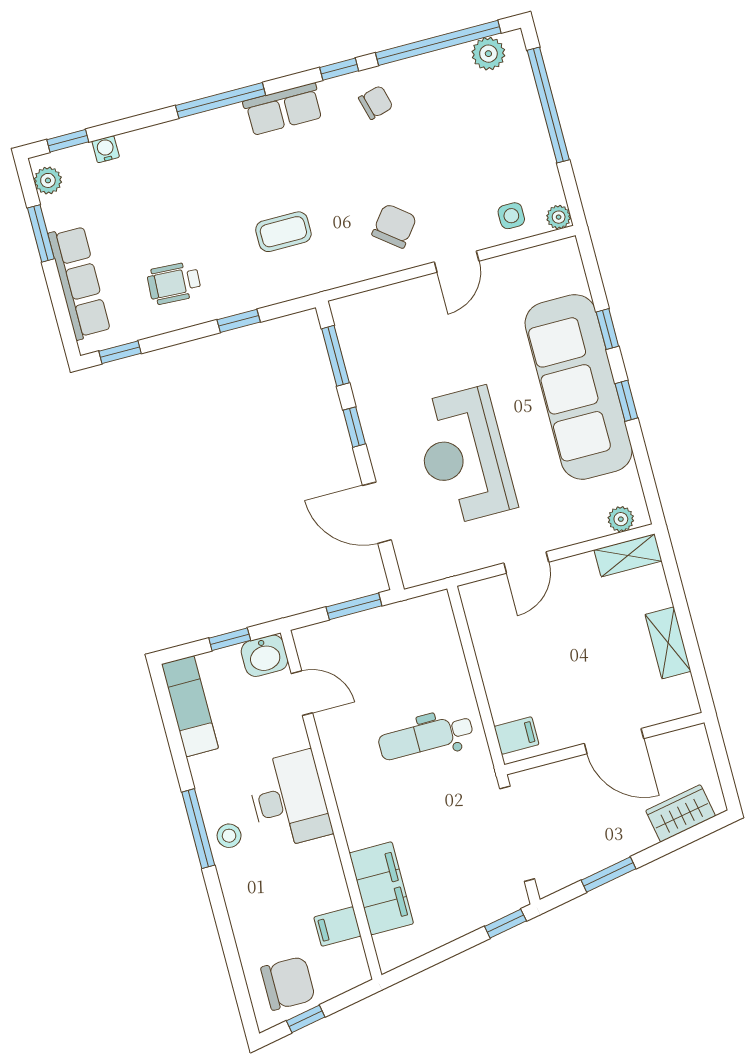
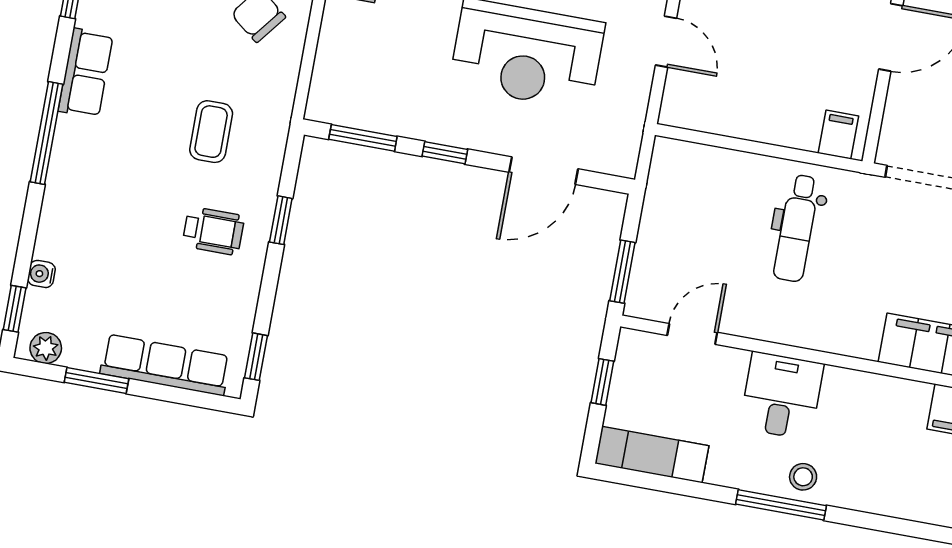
wheelchair: (174, 283) -> (213, 231), moved, turned -93
window: (354, 606) -> (622, 272), moved
washbasin: (265, 656) -> (636, 354), removed
desk: (289, 800) -> (782, 396), width x0.73

